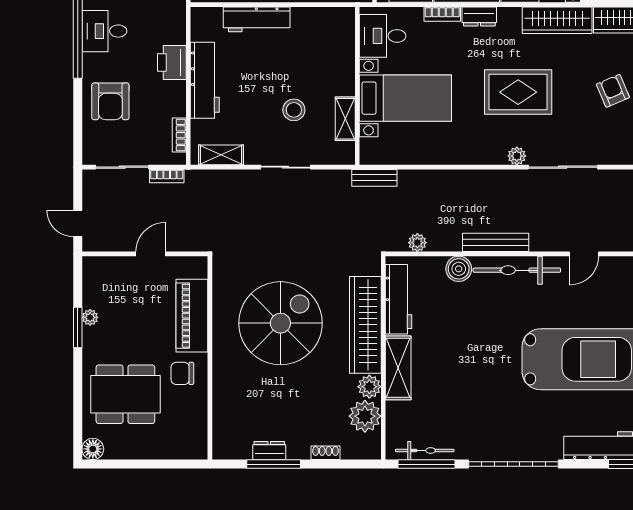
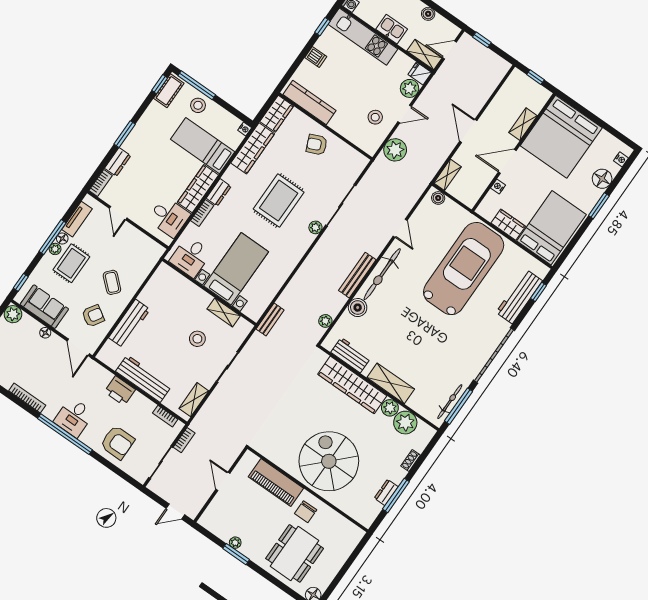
workbench: (398, 299) -> (351, 355), width x0.73
spiral stairs: (280, 323) -> (329, 461), moved

